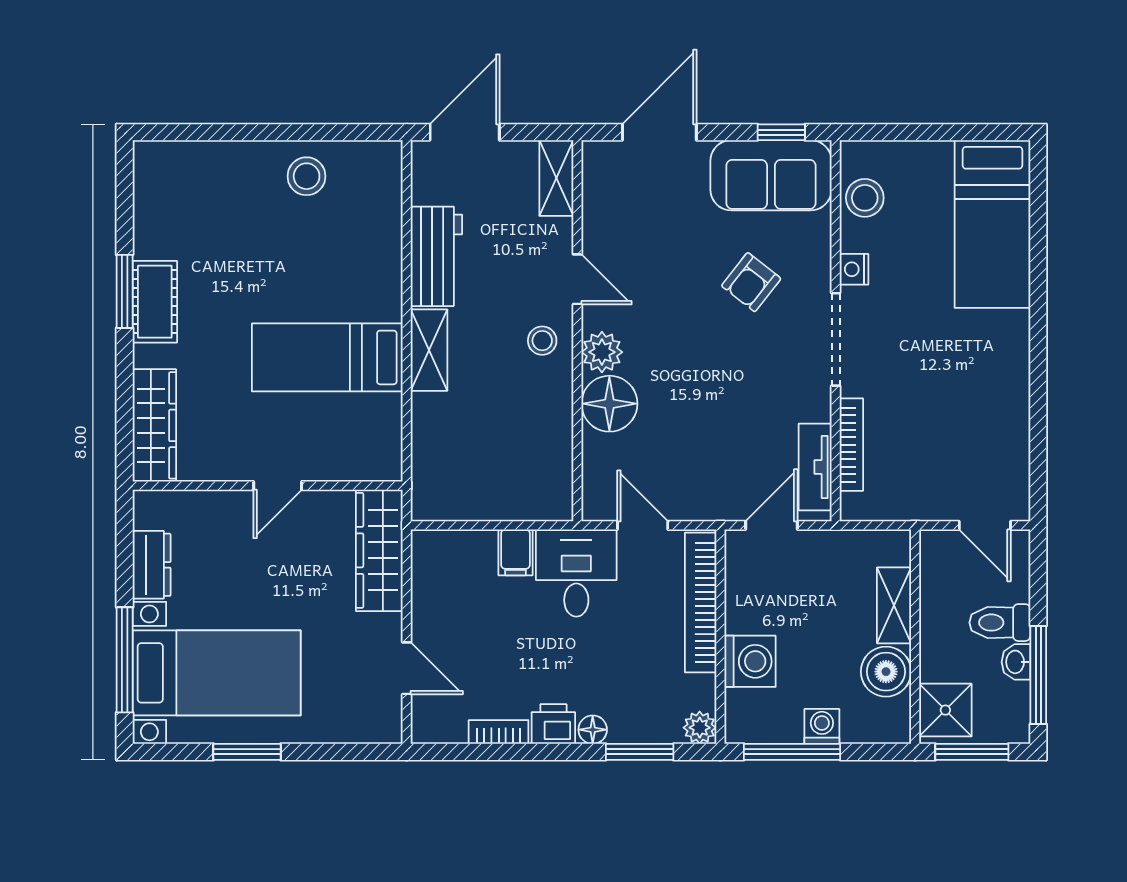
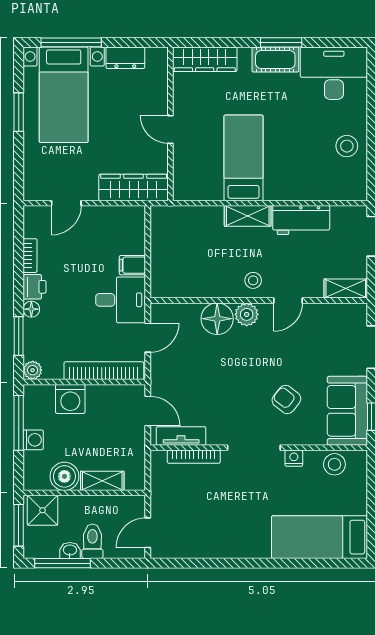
desk: (179, 199) -> (334, 73), added

